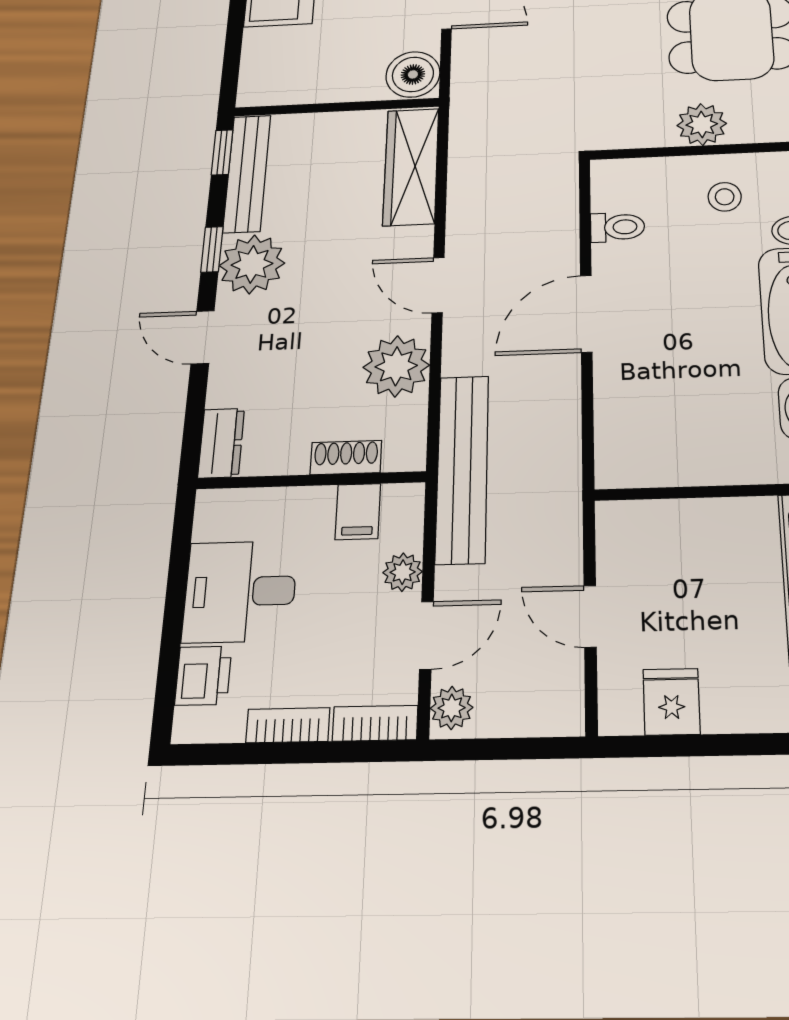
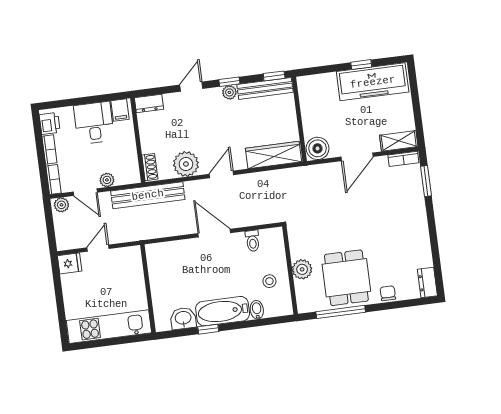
plant: (252, 264) -> (229, 92), width x0.53, depth x0.53
shoe rack: (346, 458) -> (150, 167), moved
filing cabinet: (358, 512) -> (120, 110), moved, turned -90
printer: (203, 676) -> (50, 123), moved, turned -90
fridge: (671, 702) -> (70, 263), moved

